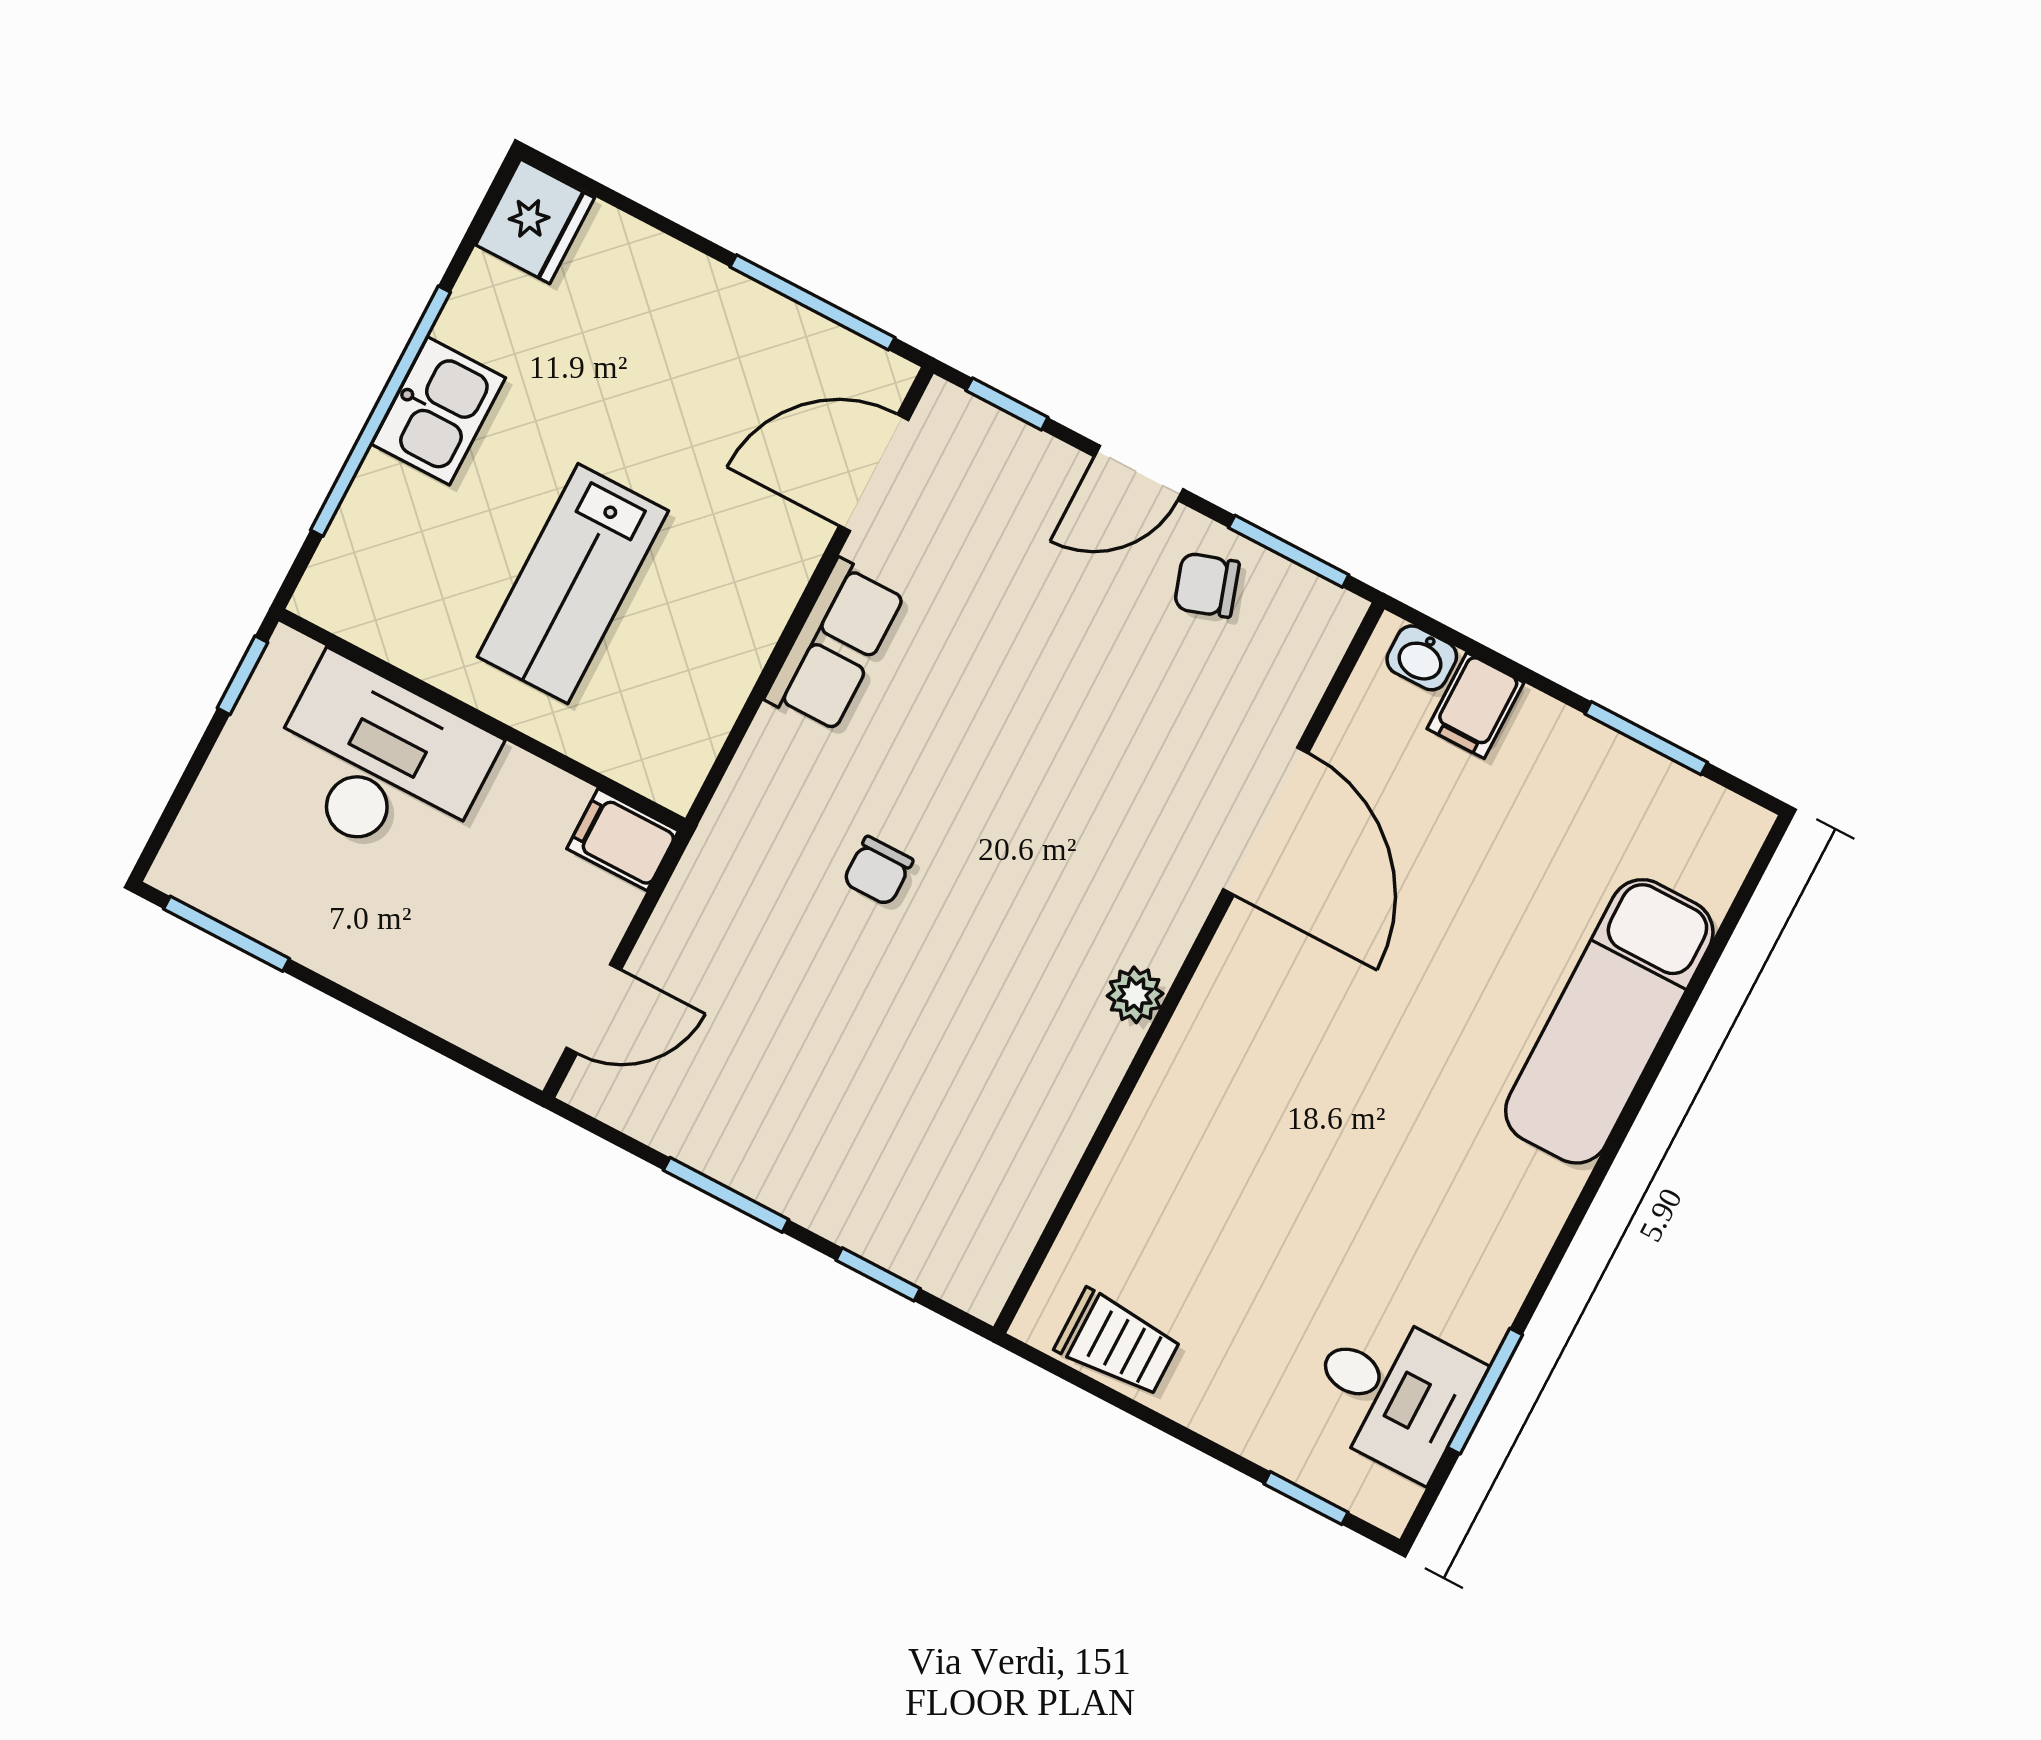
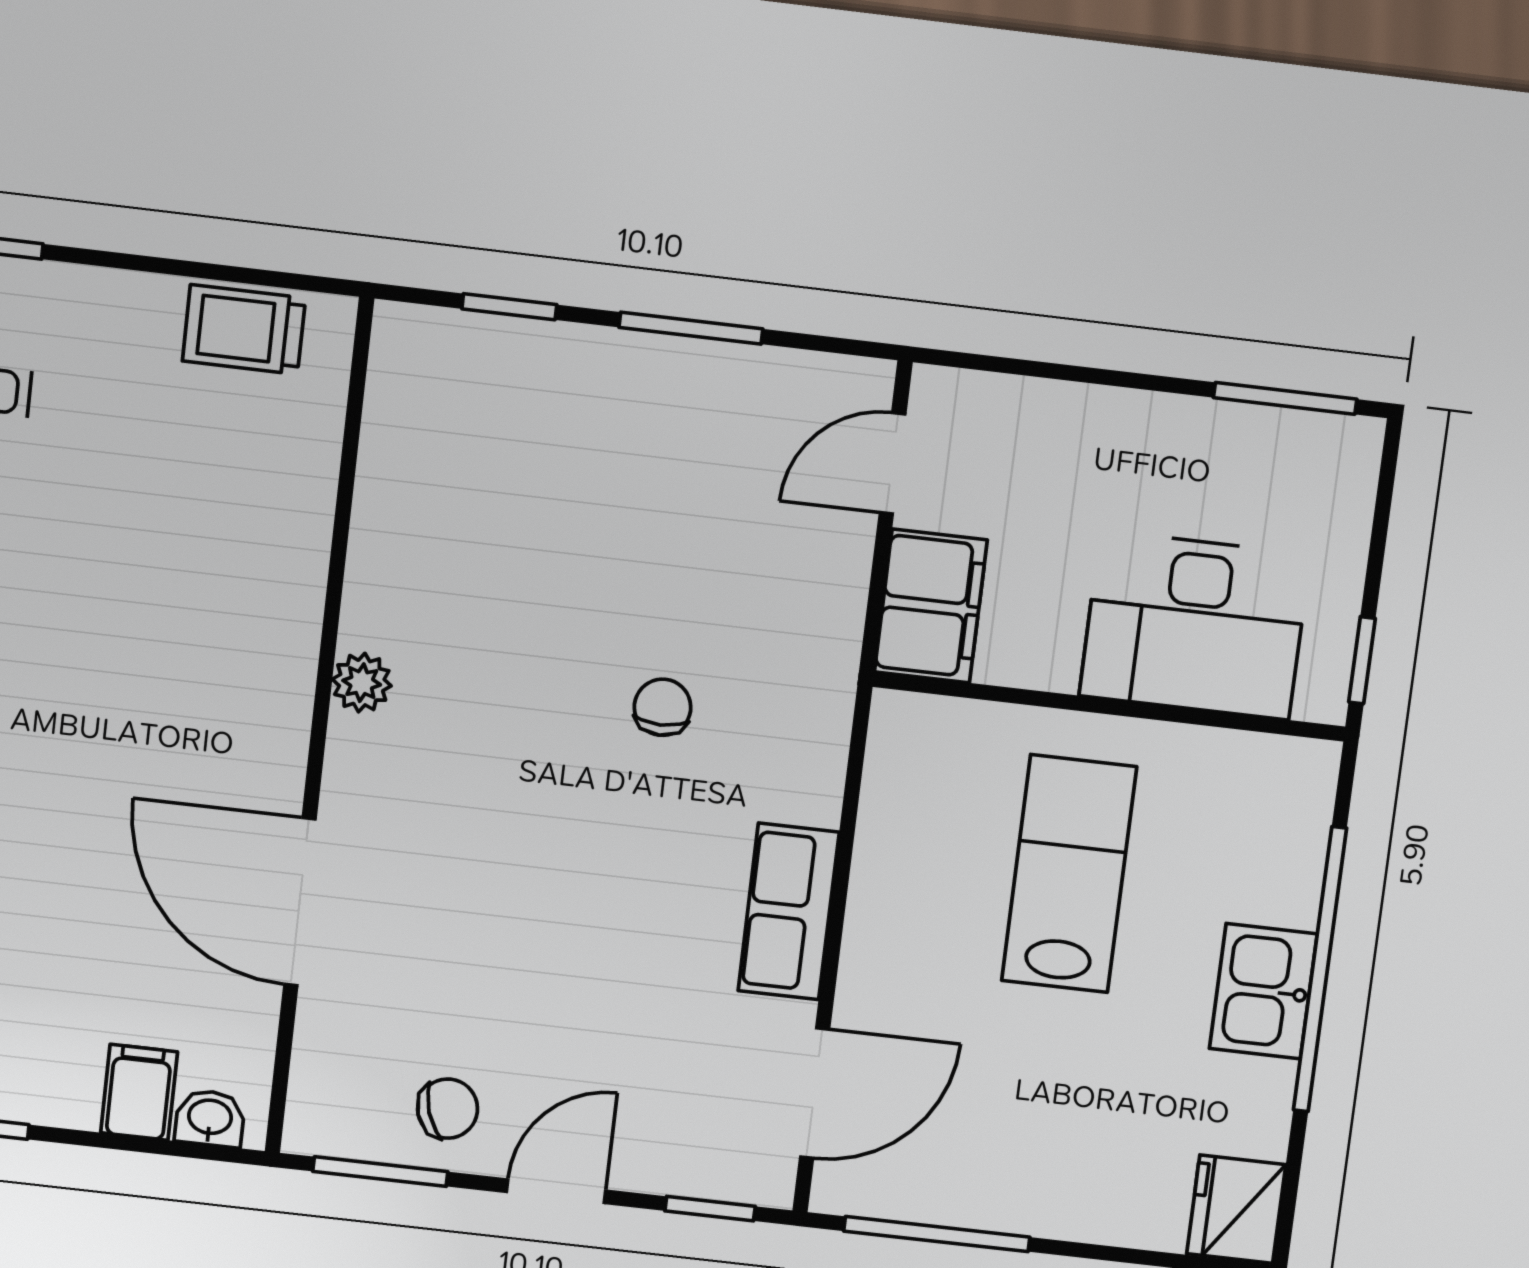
filing cabinet: (623, 840) -> (931, 606), width x2.00

